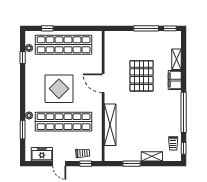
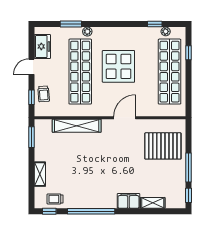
pallet: (141, 76) -> (163, 146), moved
window: (132, 164) -> (32, 137), moved

